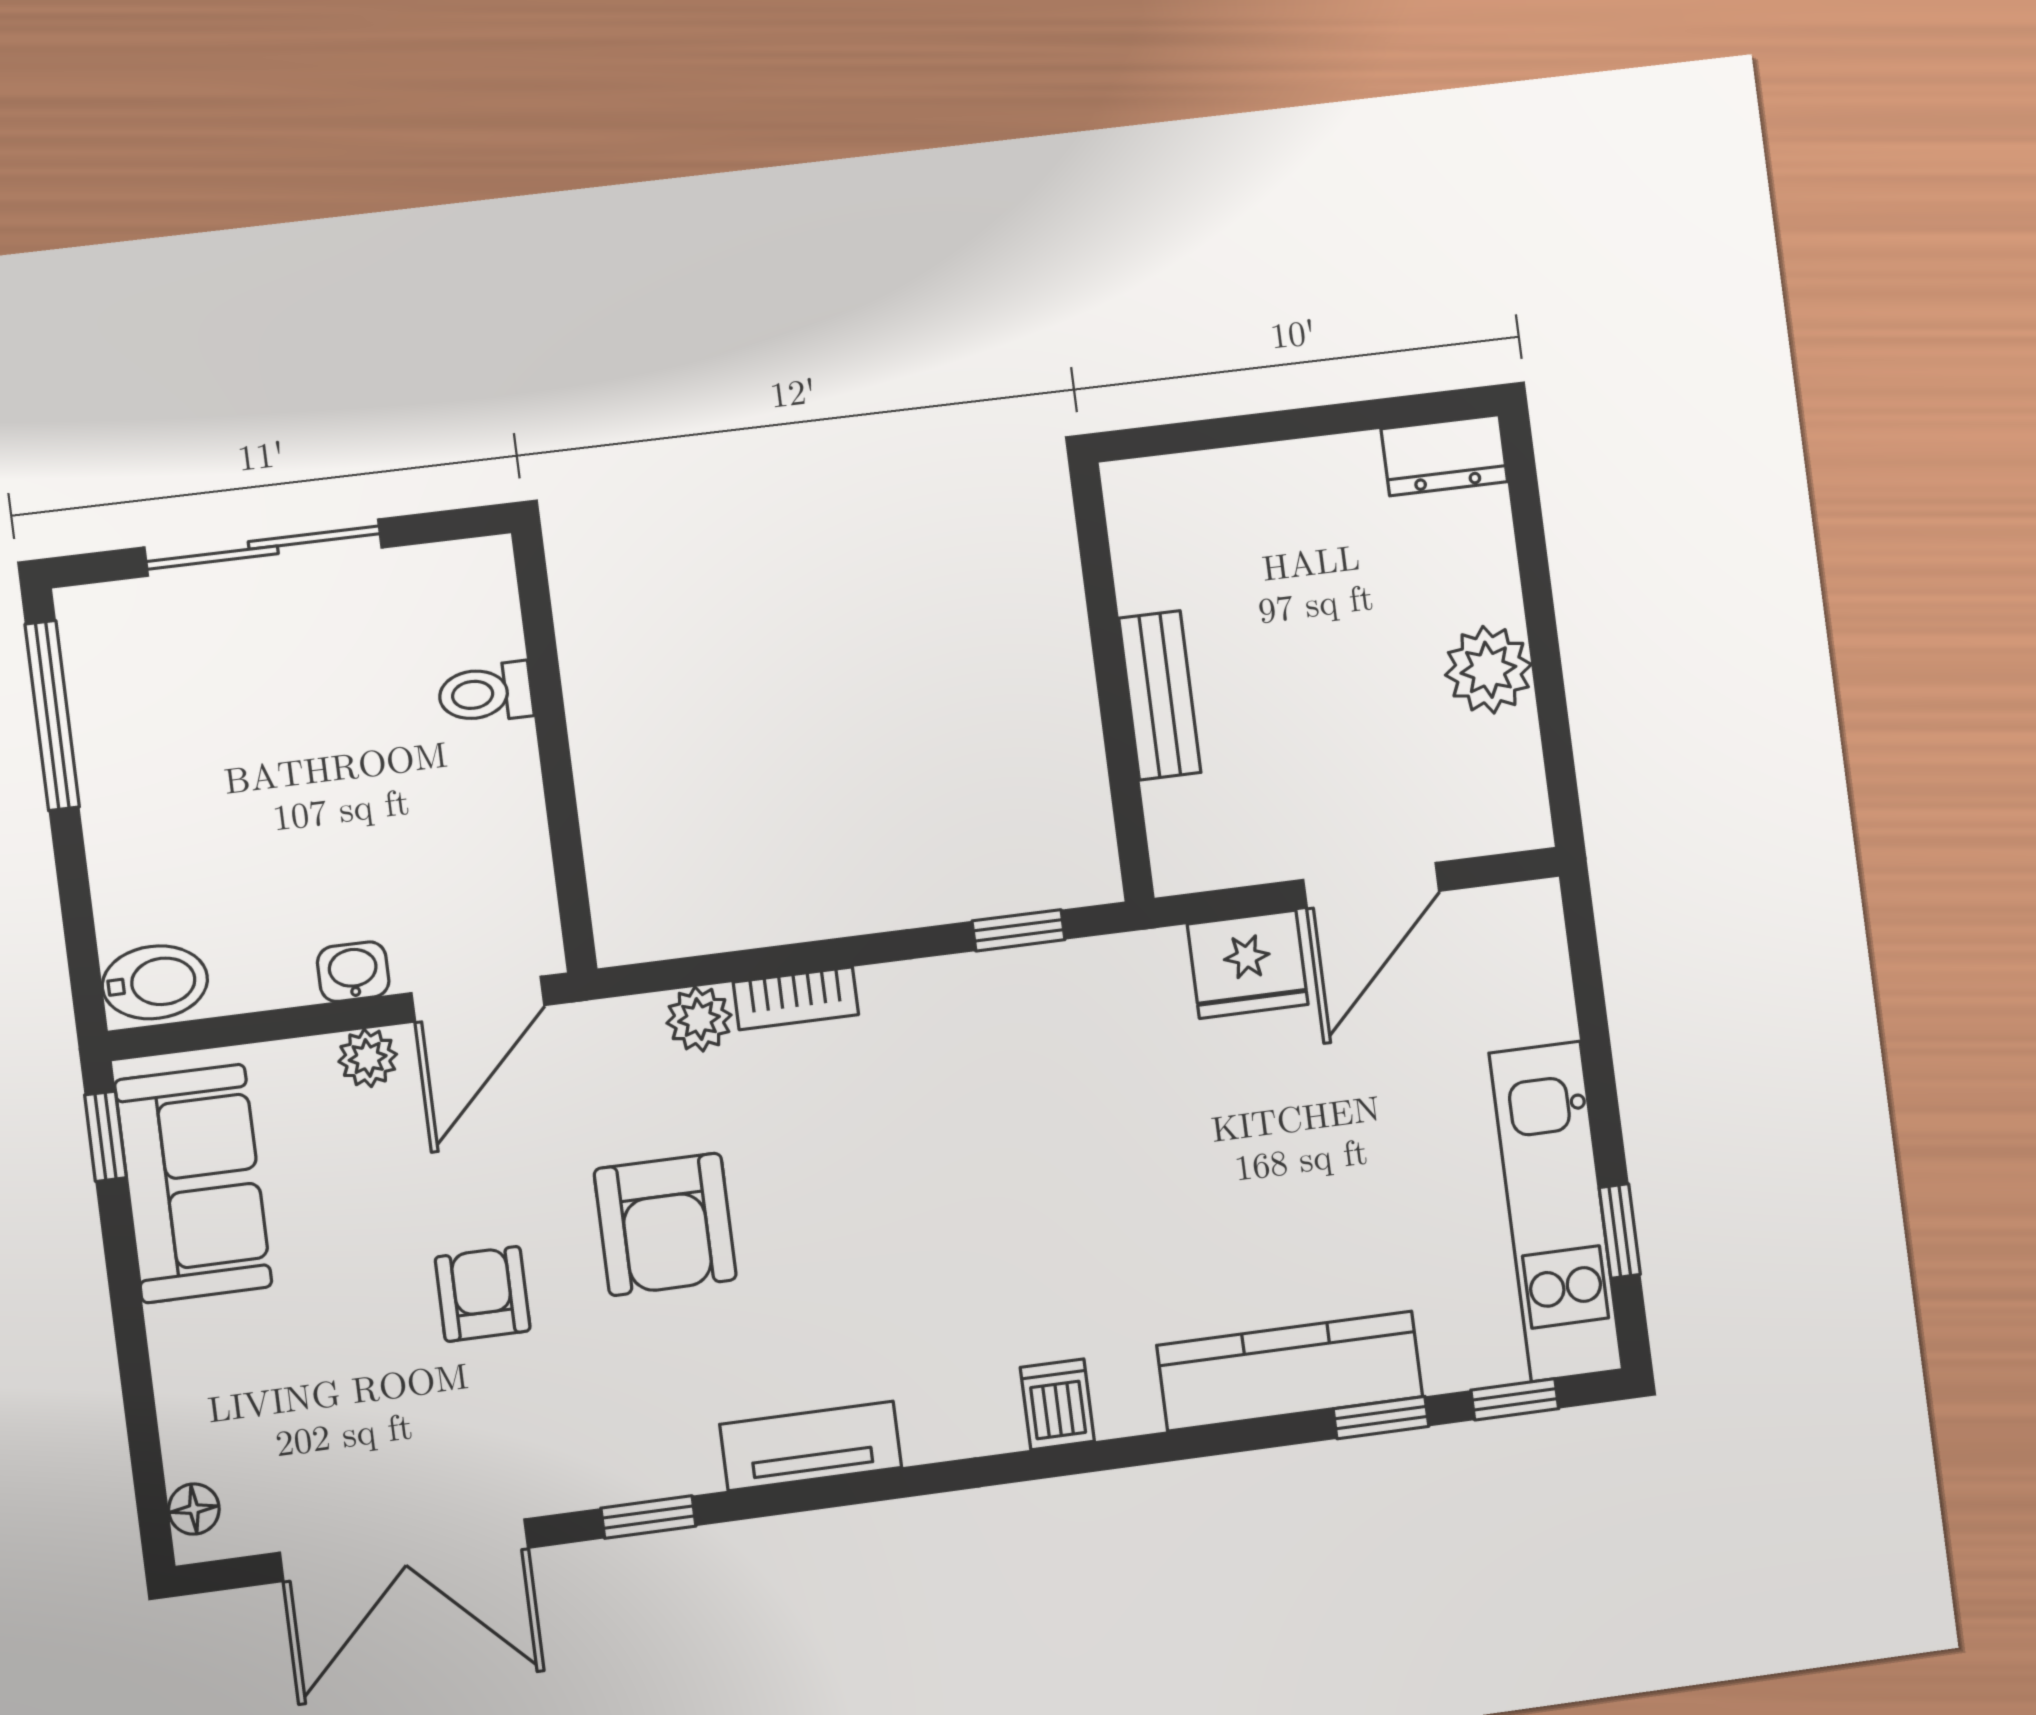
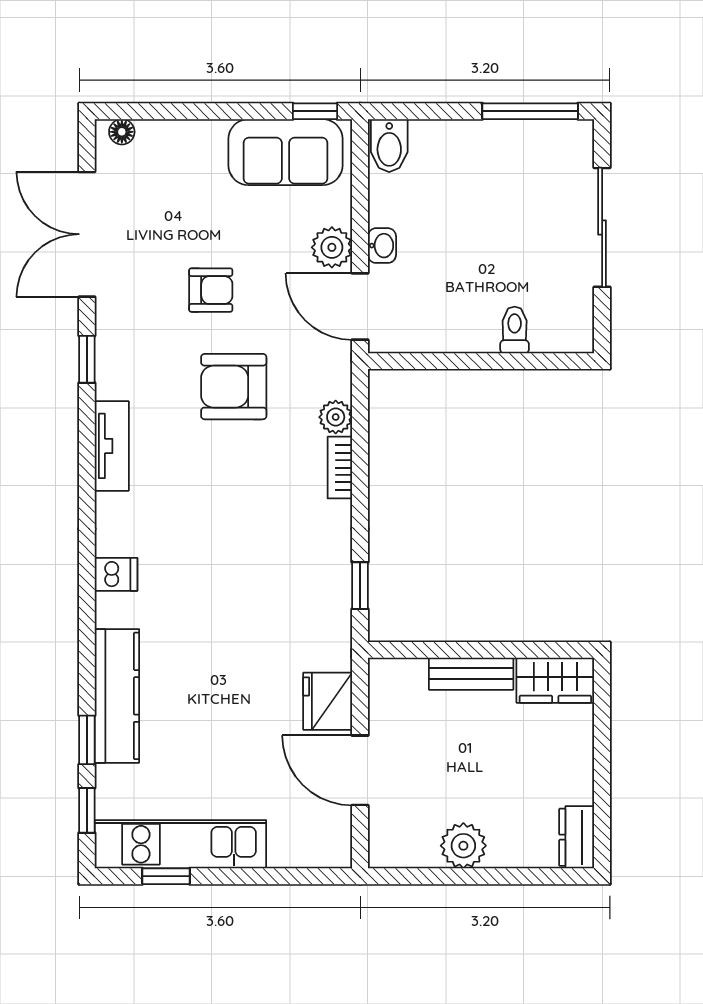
wardrobe: (1151, 532) -> (555, 680), added
plant: (368, 1058) -> (332, 247), width x1.38, depth x1.38

